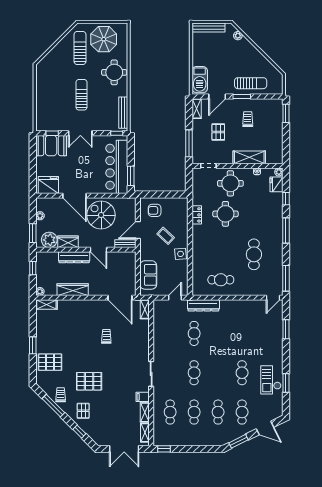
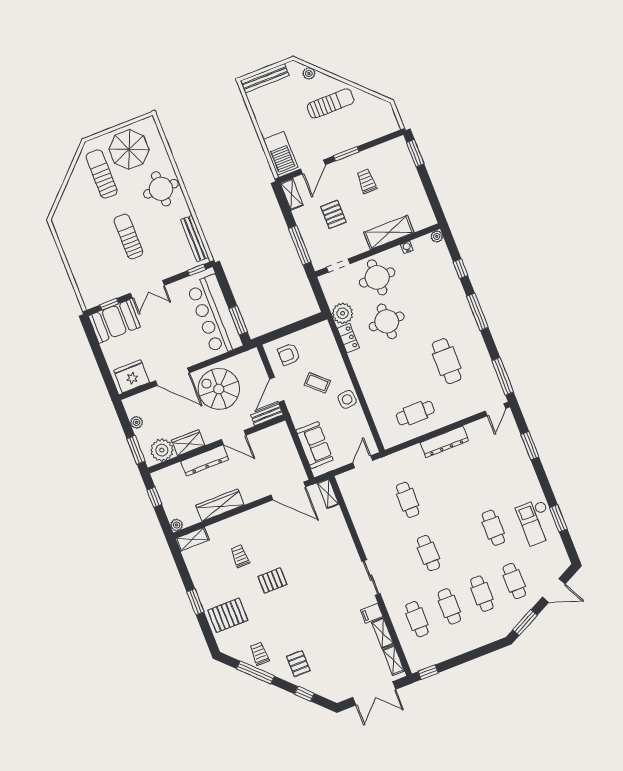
sun lounger: (251, 83) -> (330, 103), moved
fridge: (276, 184) -> (440, 254), removed
plant: (199, 198) -> (343, 313), added
dresser: (203, 305) -> (444, 442), moved
trolley: (106, 336) -> (240, 556), moved
pallet: (89, 381) -> (272, 580), moved, width x0.67, depth x0.71

